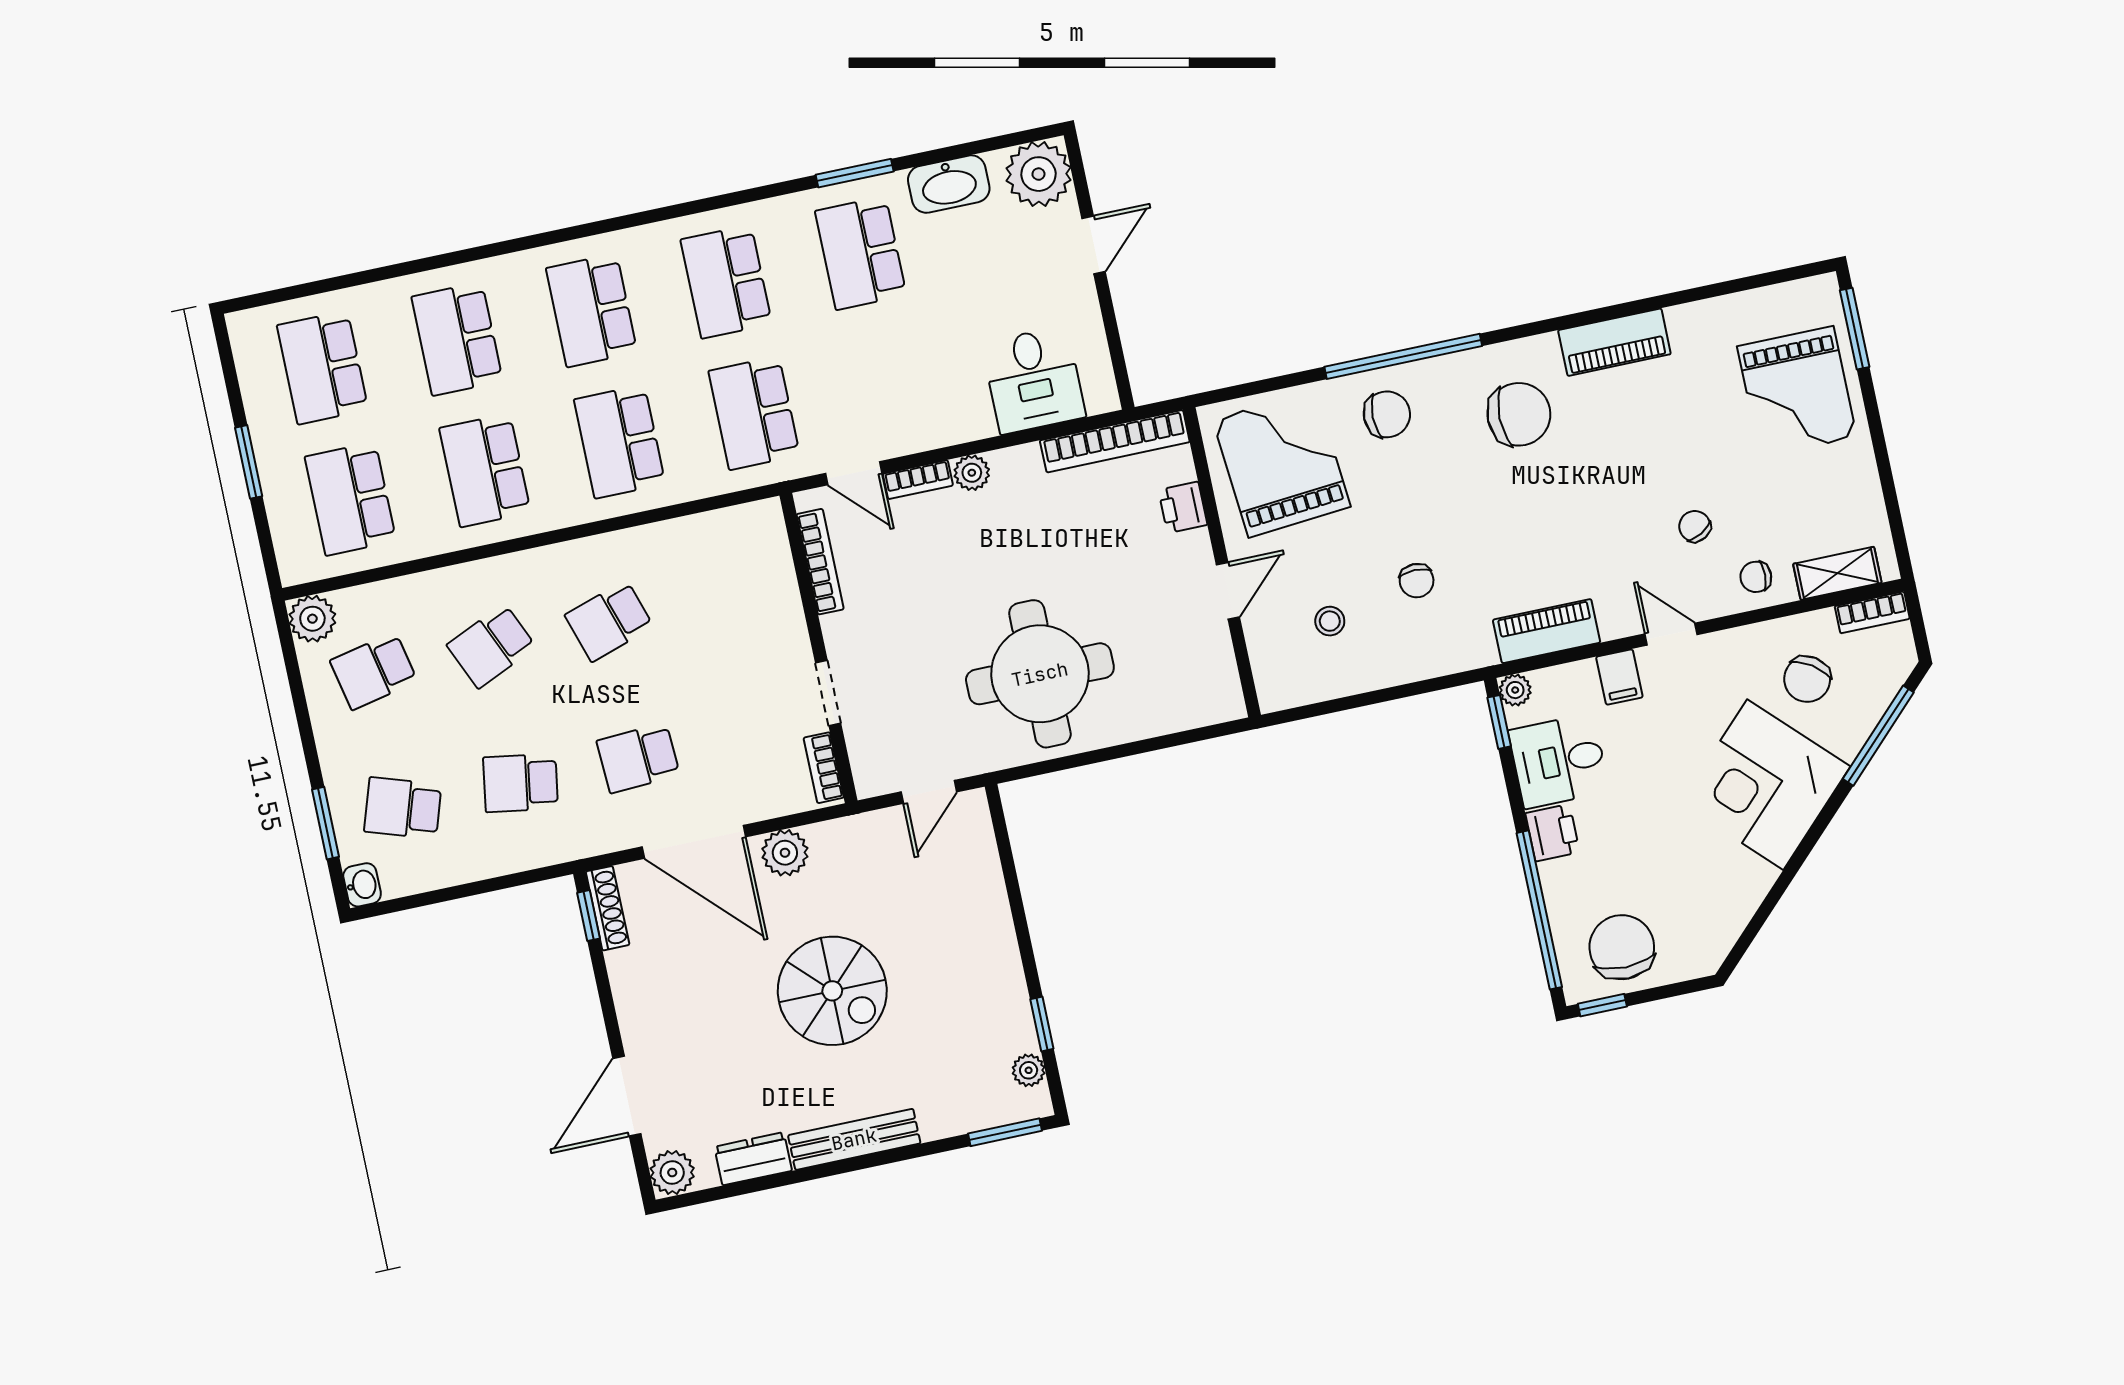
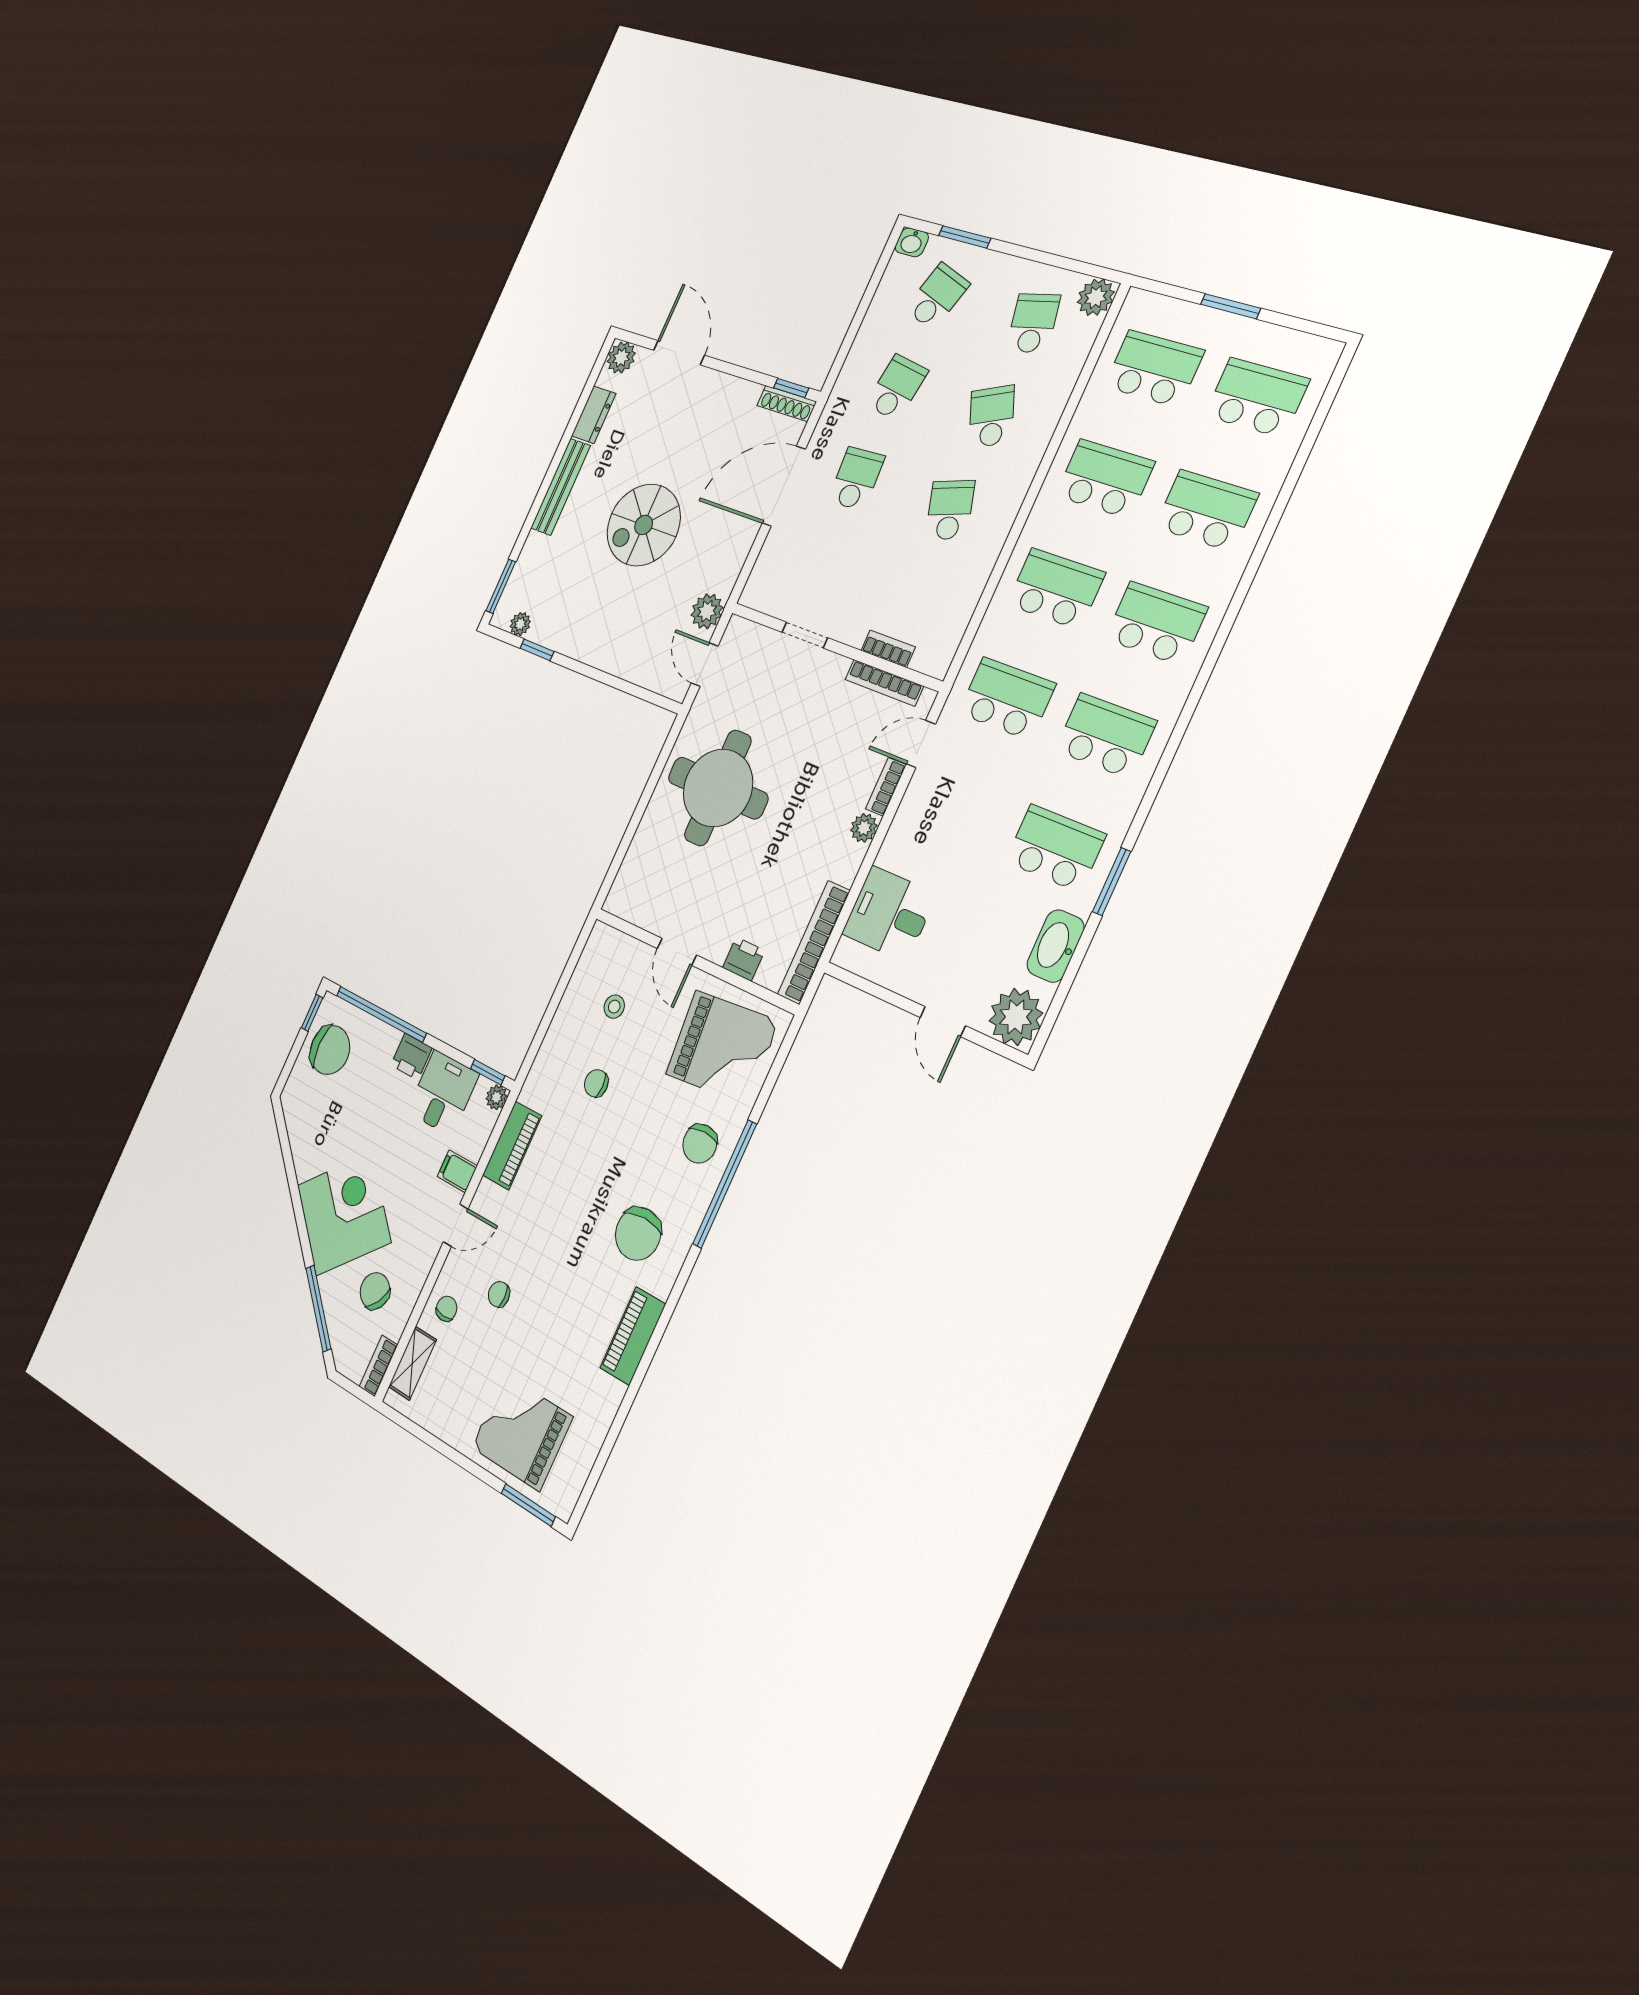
chair: (1695, 526) -> (499, 1294), turned -151
bookcase: (824, 768) -> (888, 649), moved
plant: (785, 853) -> (707, 611), moved

